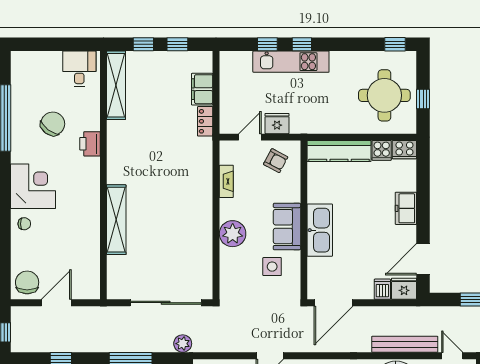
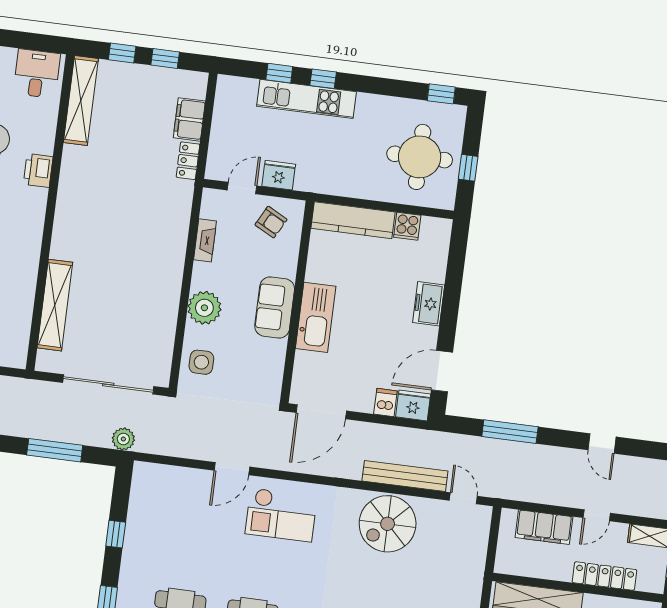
cooker: (404, 150) -> (436, 229), removed
shelving: (116, 220) -> (55, 305), moved
side table: (272, 267) -> (201, 362), moved

